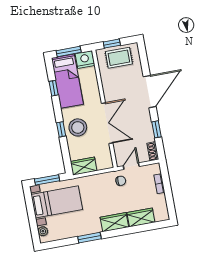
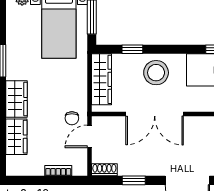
window: (61, 129) -> (132, 49), moved
wardrobe: (84, 166) -> (101, 79), width x1.50
door: (131, 166) -> (89, 136), swing flipped

